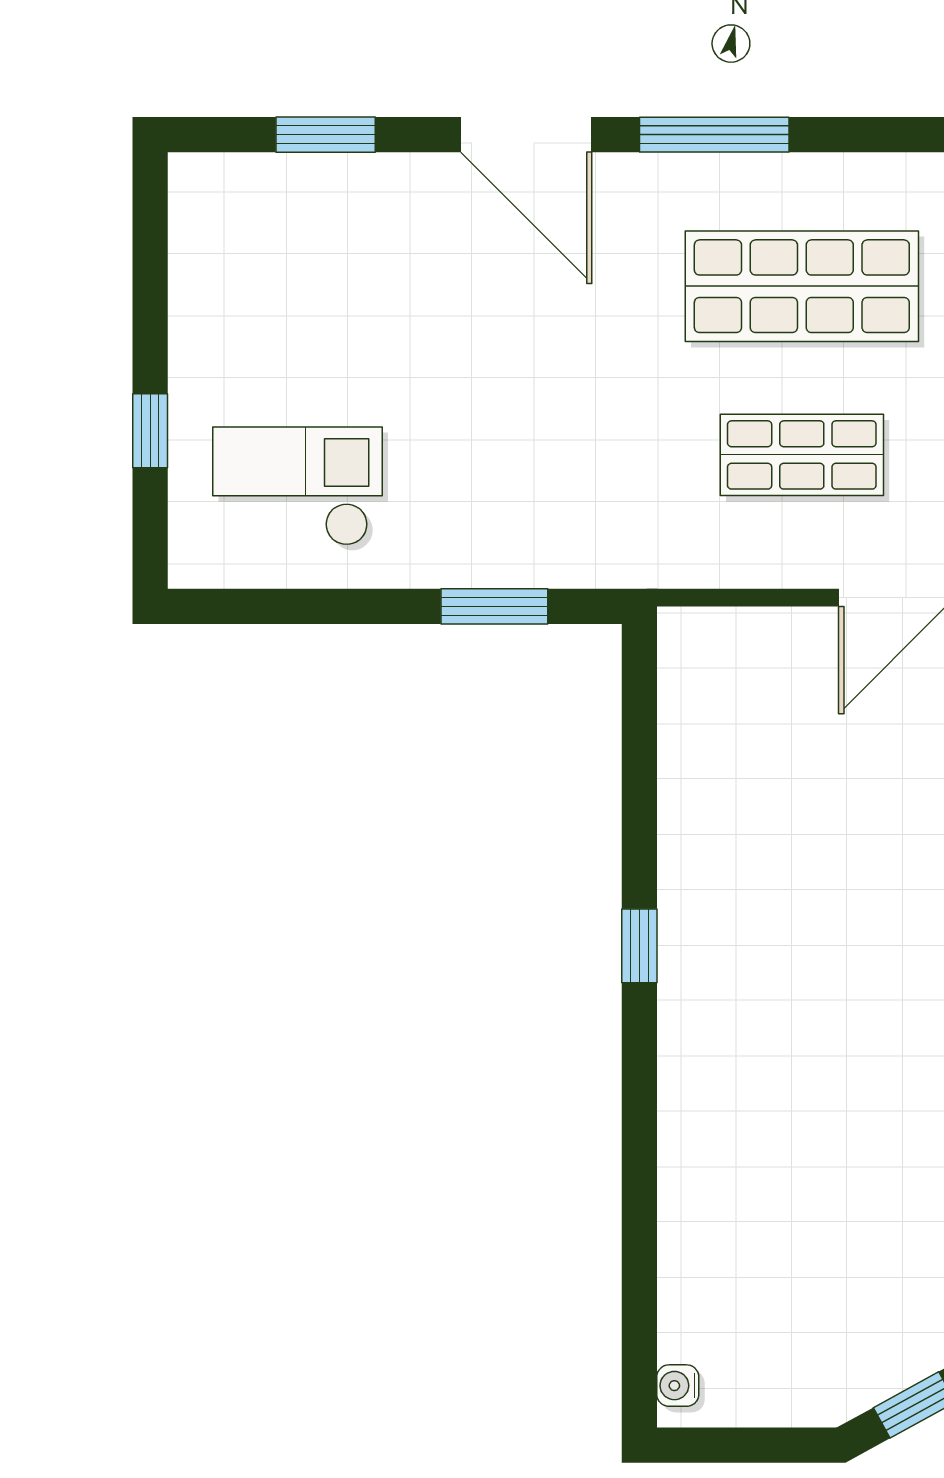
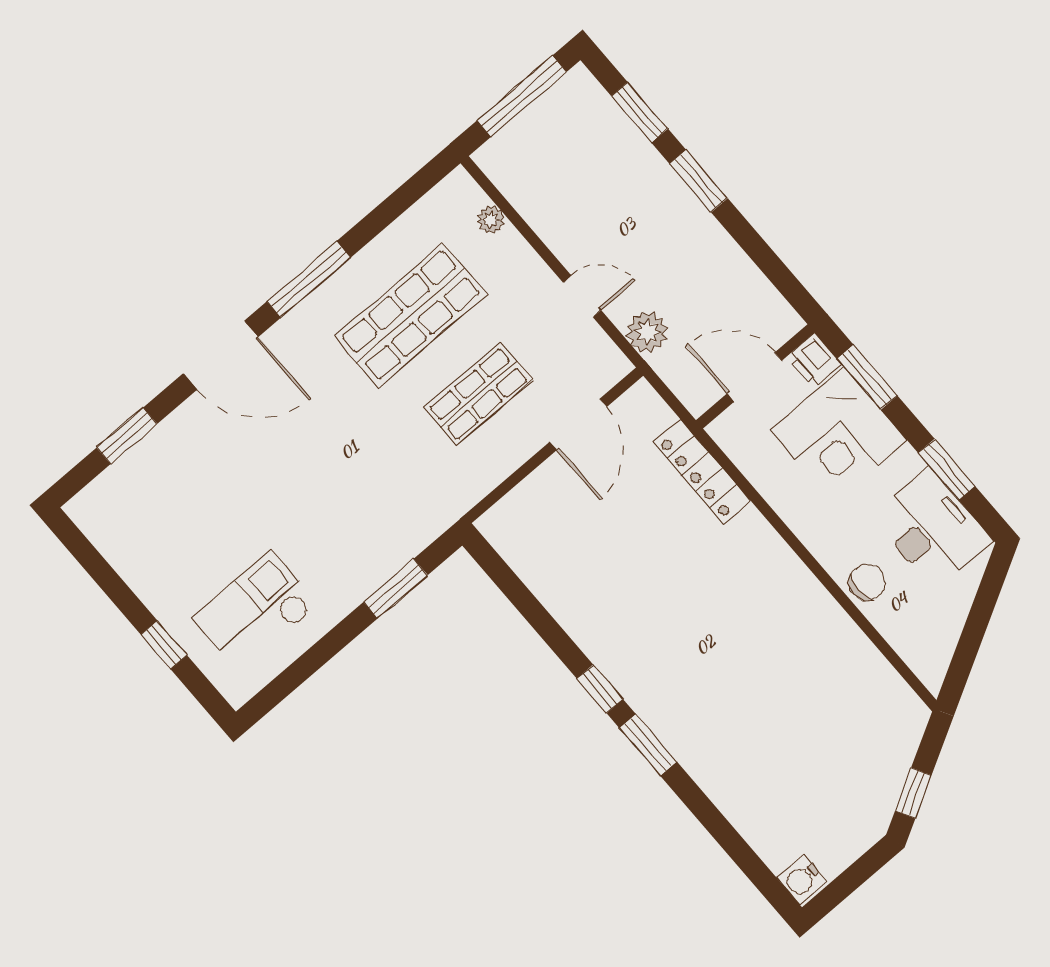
window: (639, 1066) -> (648, 745), added
water cooler: (678, 1386) -> (802, 880), width x1.38, depth x1.38

